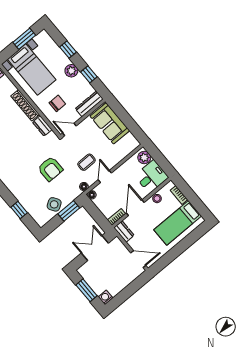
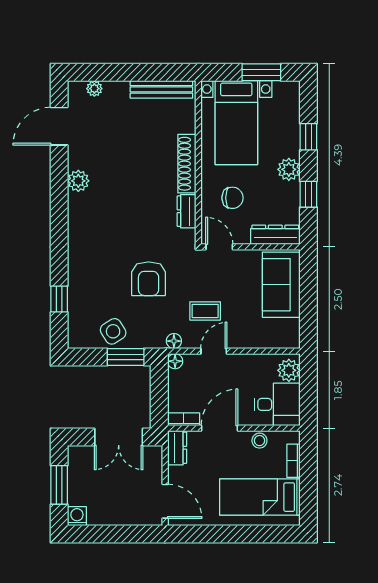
double door: (95, 248) -> (119, 437), swing flipped

